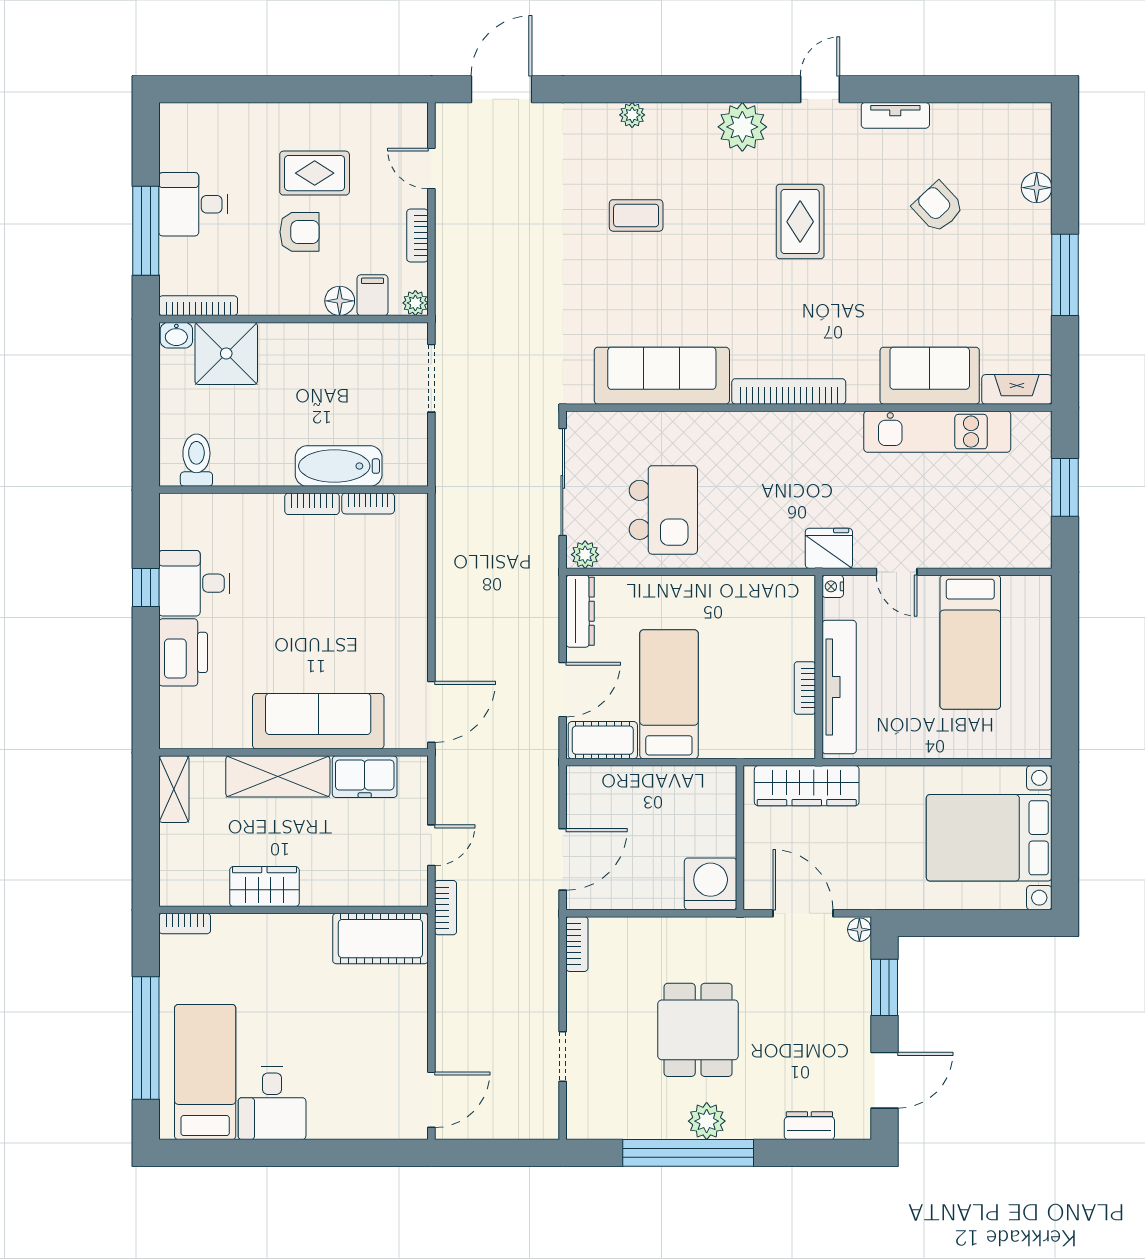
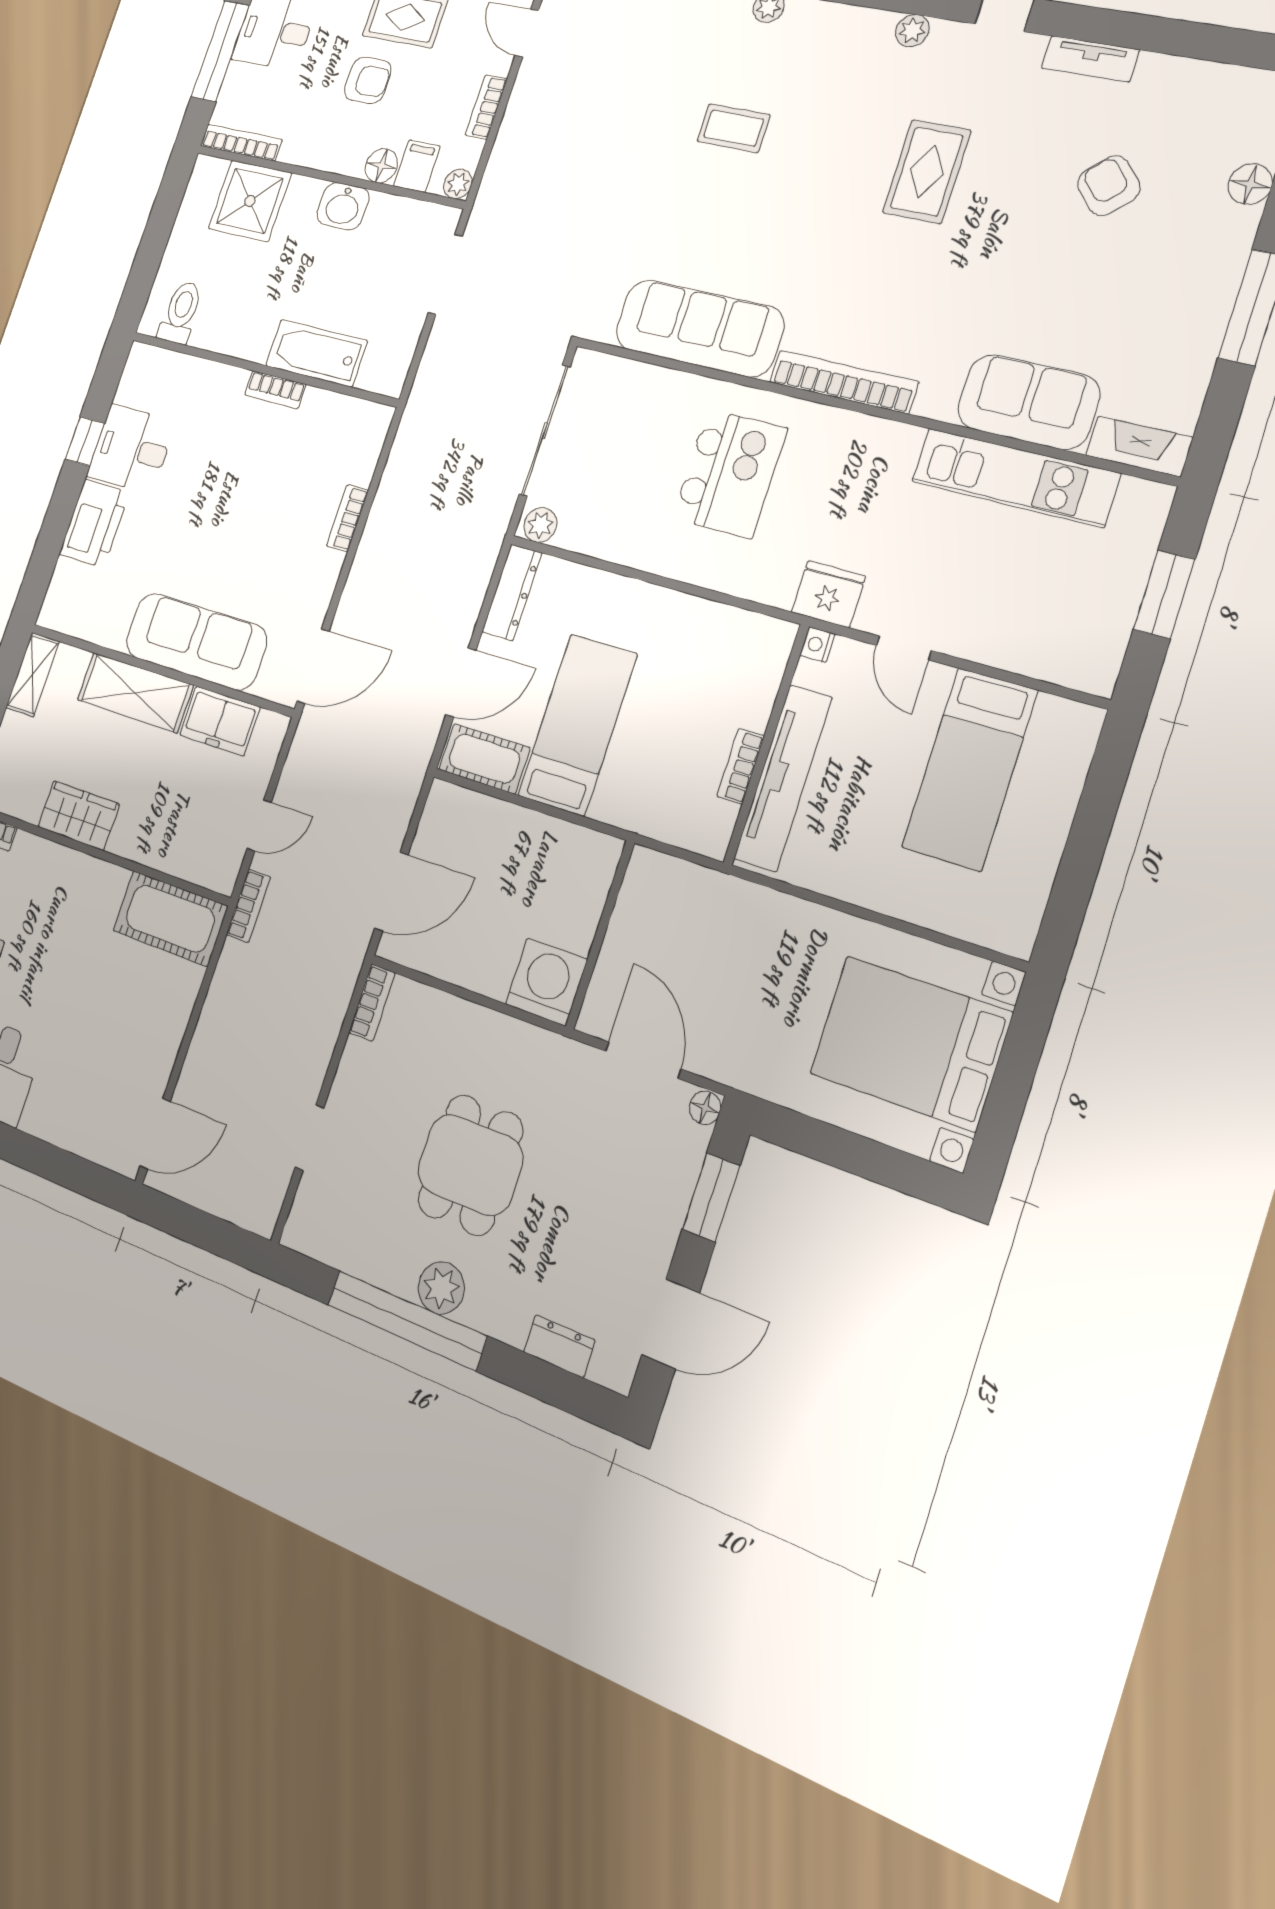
plant: (742, 127) -> (912, 31), width x0.53, depth x0.53
washbasin: (176, 335) -> (343, 206), moved, width x1.38, depth x1.45
bookcase: (368, 504) -> (347, 518), moved, turned 90
kitchen island: (663, 510) -> (729, 473), moved
wardrobe: (807, 786) -> (702, 894), removed

